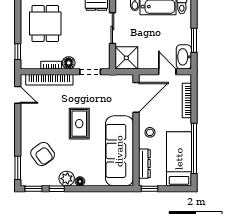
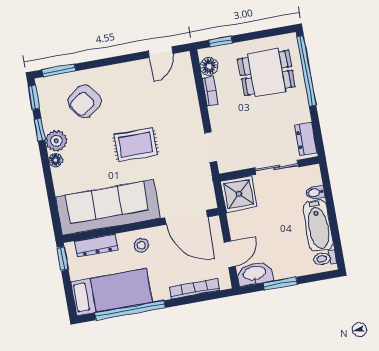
floor lamp: (69, 63) -> (209, 66), moved
bookcase: (49, 80) -> (189, 92), removed

